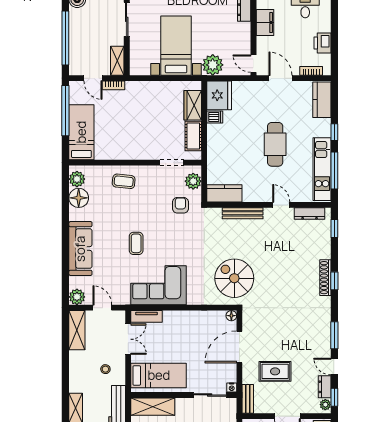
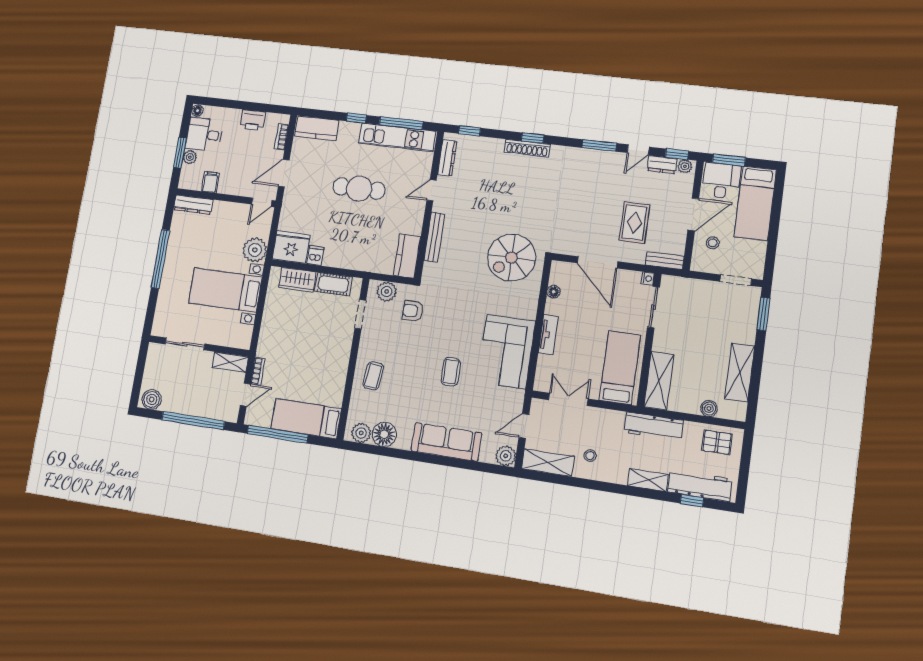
filing cabinet: (265, 23) -> (210, 182), width x0.50
coffee table: (136, 243) -> (451, 372), turned 90
tv unit: (147, 316) -> (548, 335), moved
floor lamp: (231, 316) -> (554, 292), moved
stool: (105, 369) -> (590, 456), moved

